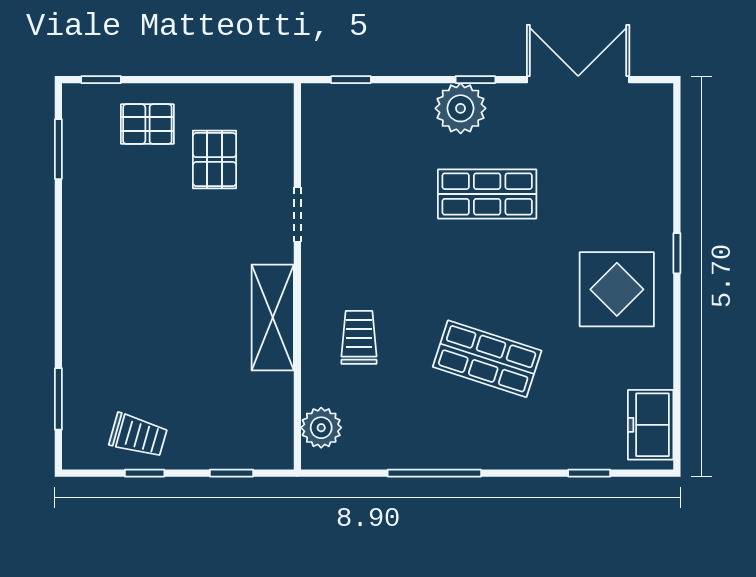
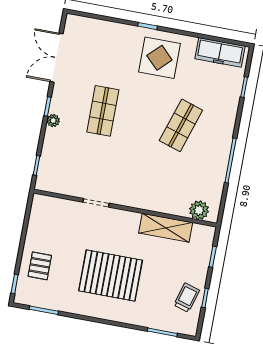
plant: (461, 108) -> (53, 121), width x0.53, depth x0.53
pallet: (215, 160) -> (111, 275), moved, width x2.05, depth x2.00
shelving: (273, 317) -> (166, 228), moved
trolley: (359, 337) -> (160, 184), removed
freezer: (651, 425) -> (220, 52), width x1.40

